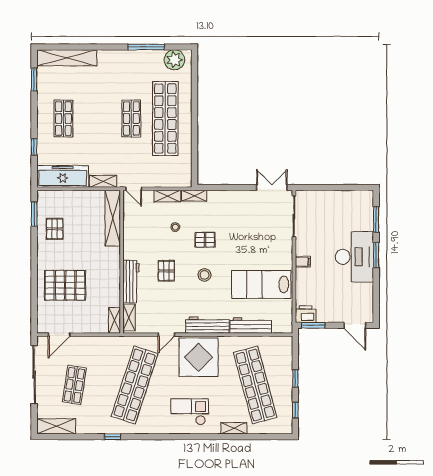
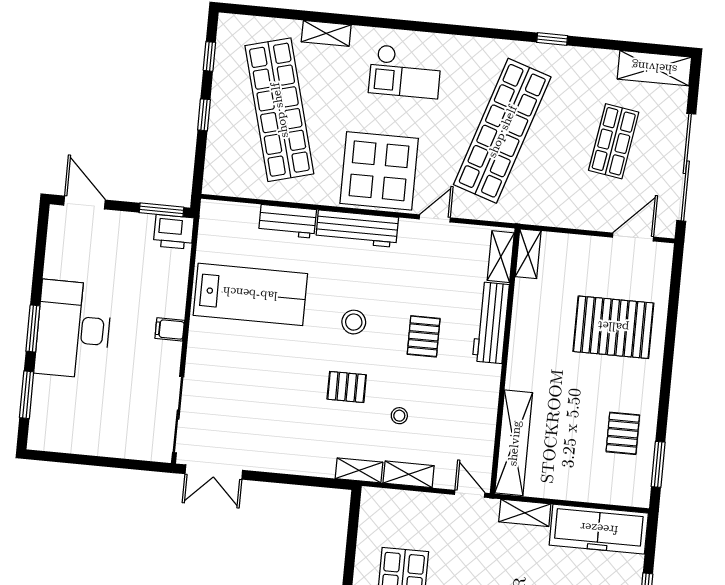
workbench: (251, 326) -> (288, 221), width x0.73

